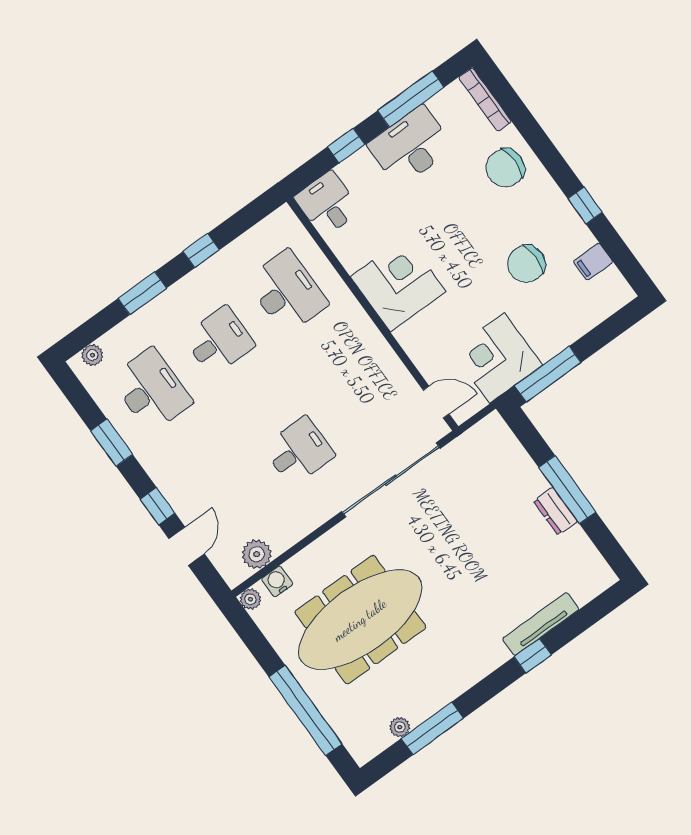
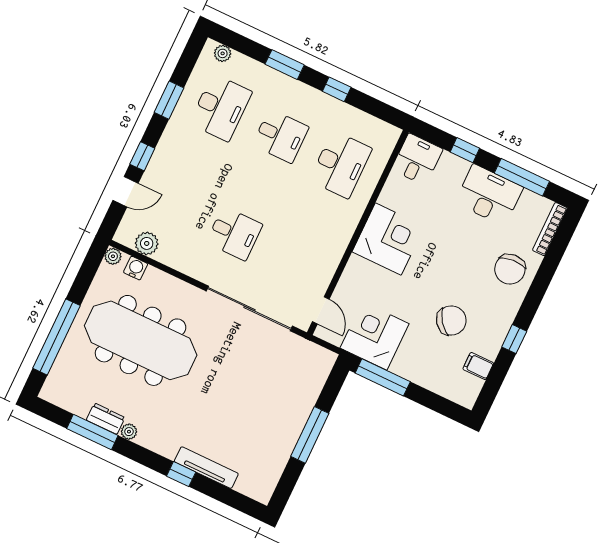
chair: (505, 168) -> (510, 269), turned -94
chair: (526, 264) -> (451, 320), turned 143
dresser: (555, 511) -> (106, 419), moved, turned 90
plant: (400, 727) -> (129, 432), moved

